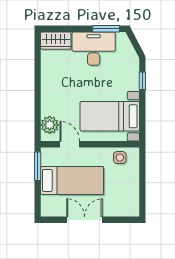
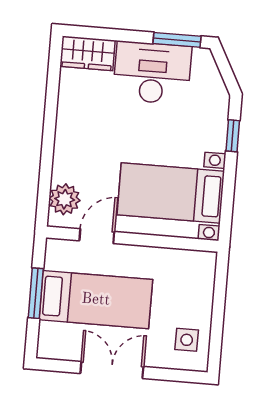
door: (70, 144) -> (97, 236), hinge flipped
side table: (120, 158) -> (187, 340), moved
window: (38, 166) -> (36, 293), moved

